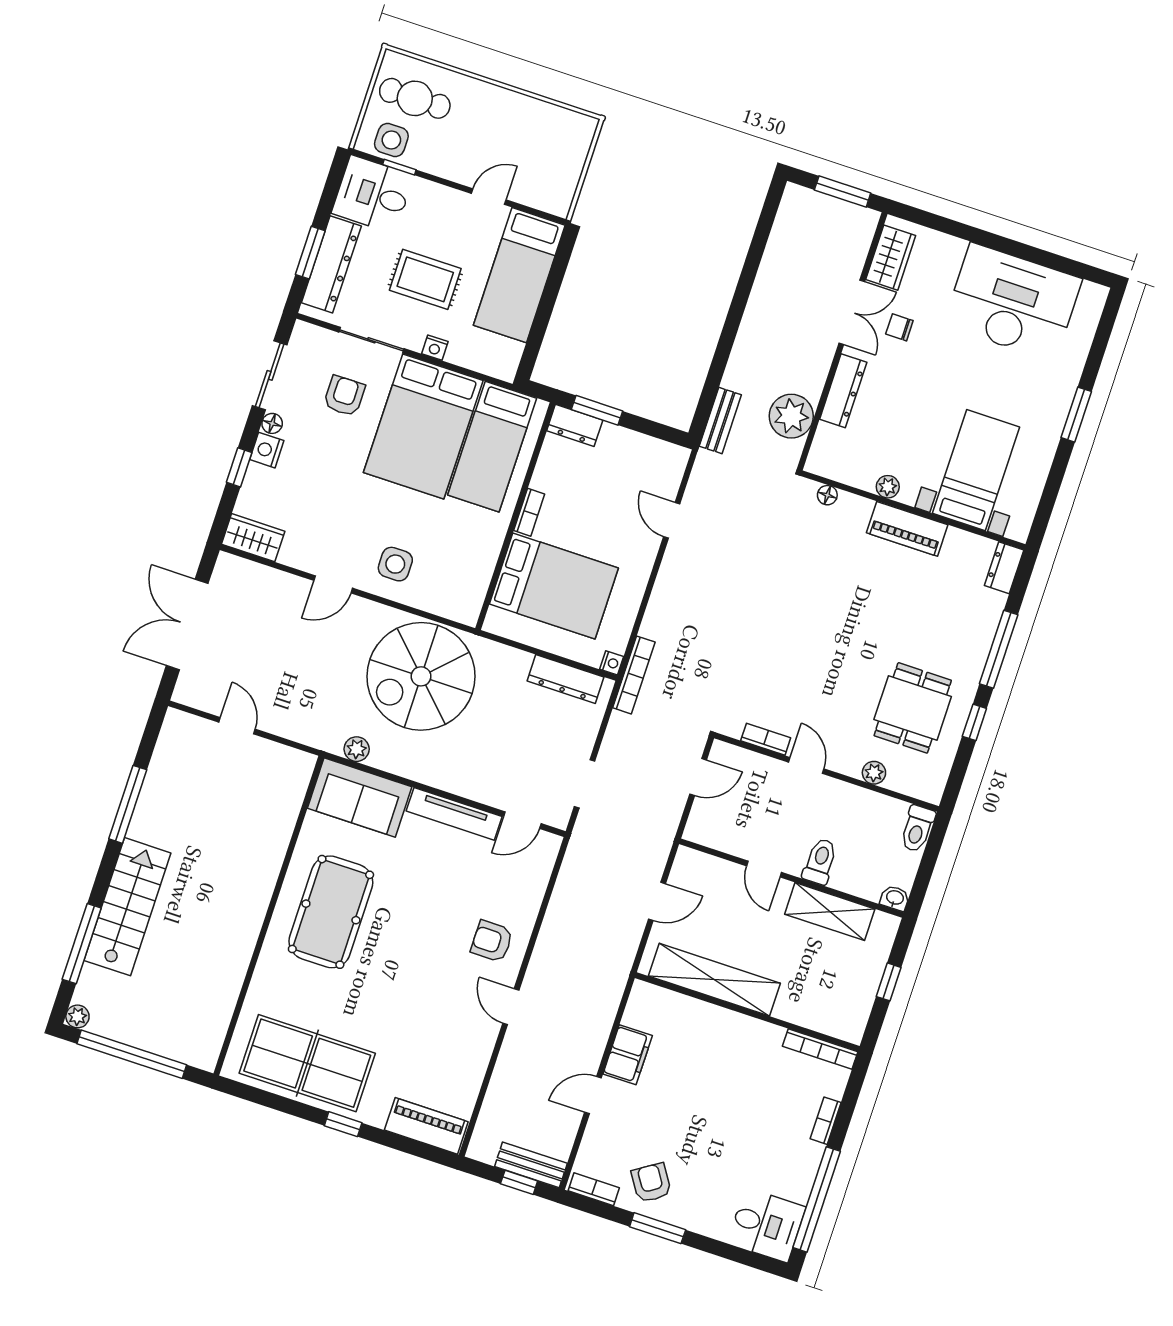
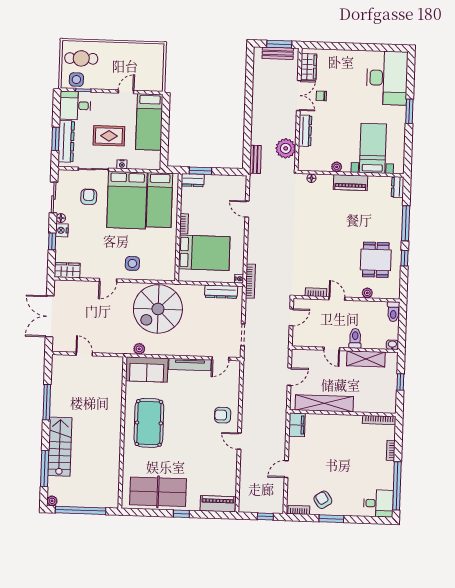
desk: (1013, 302) -> (387, 78), moved, turned 90
filing cabinet: (628, 1055) -> (297, 425), moved
bench: (531, 1165) -> (278, 53), moved

